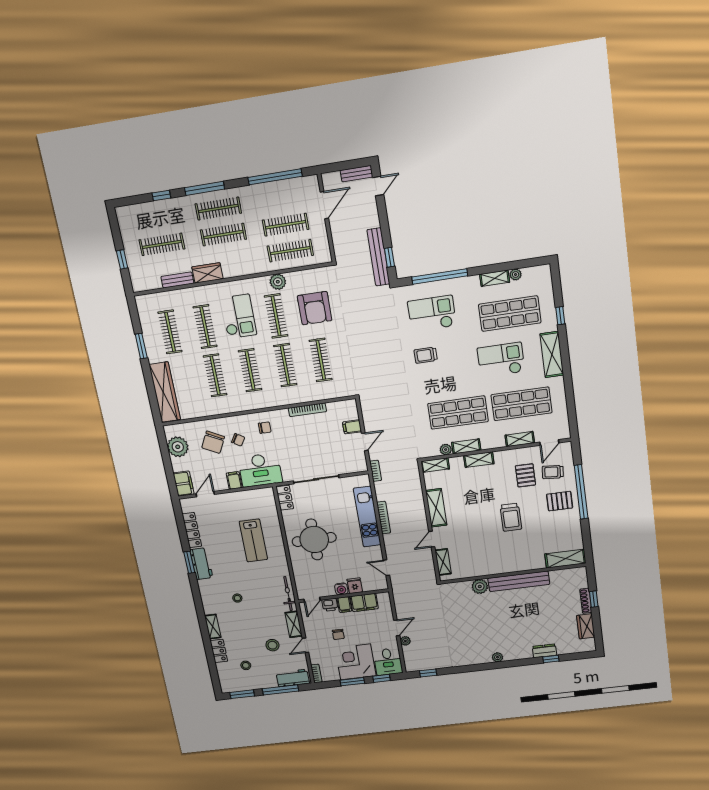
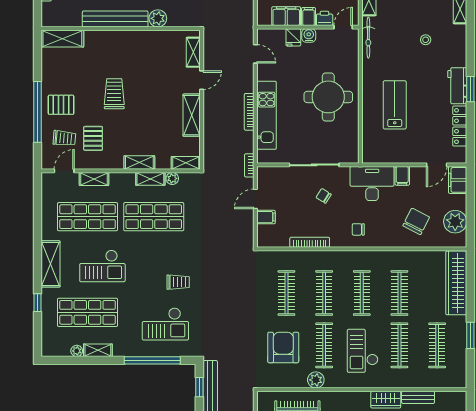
chair: (238, 440) -> (324, 196), moved
locker: (285, 498) -> (351, 149), removed

